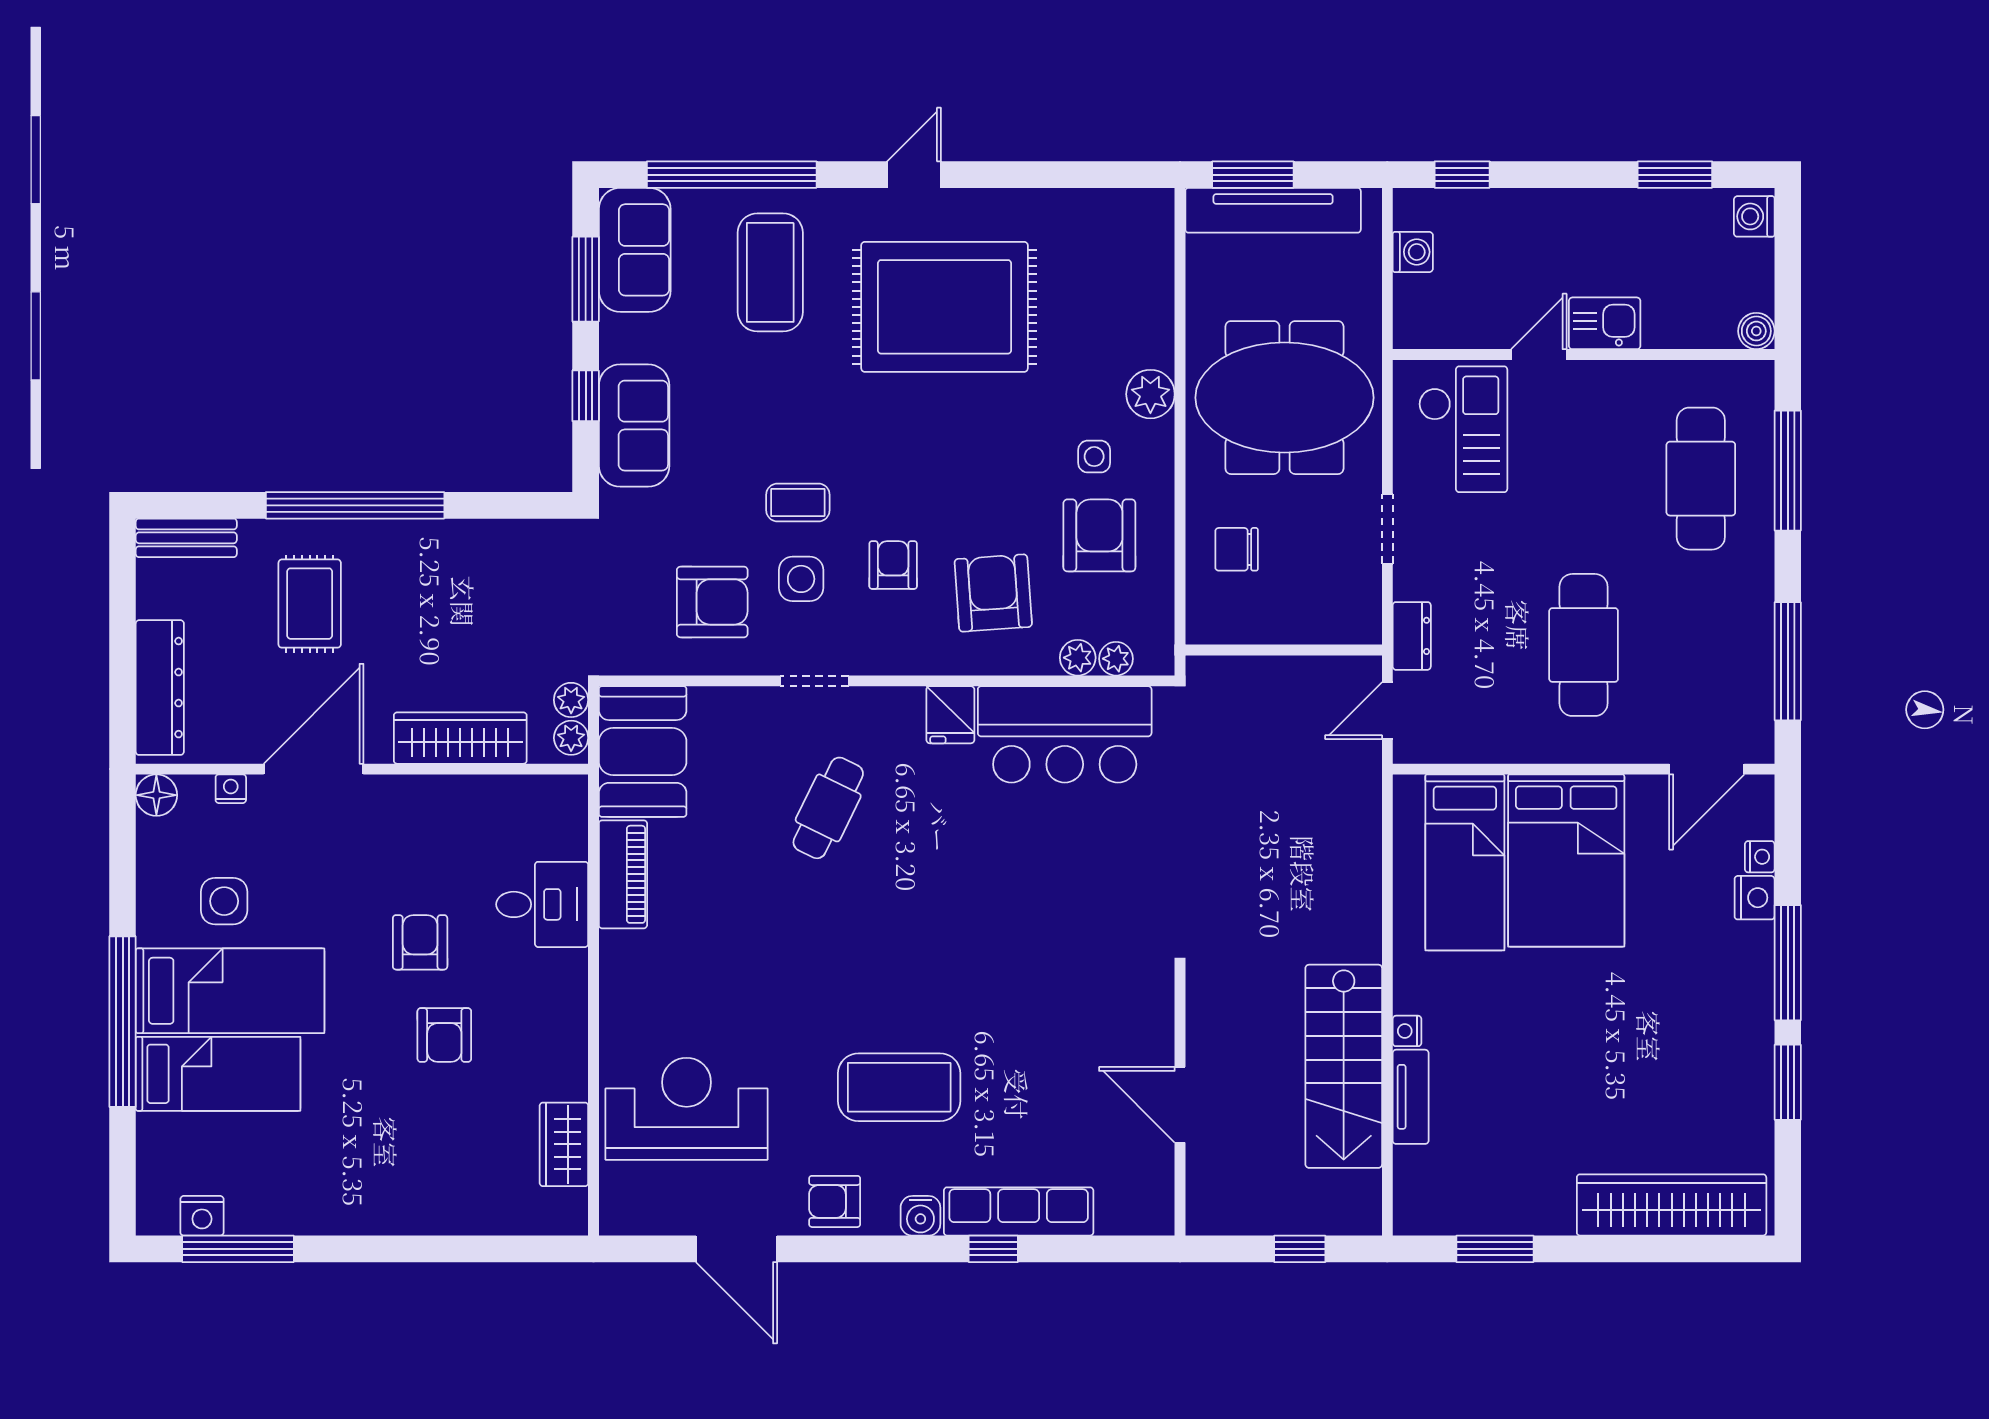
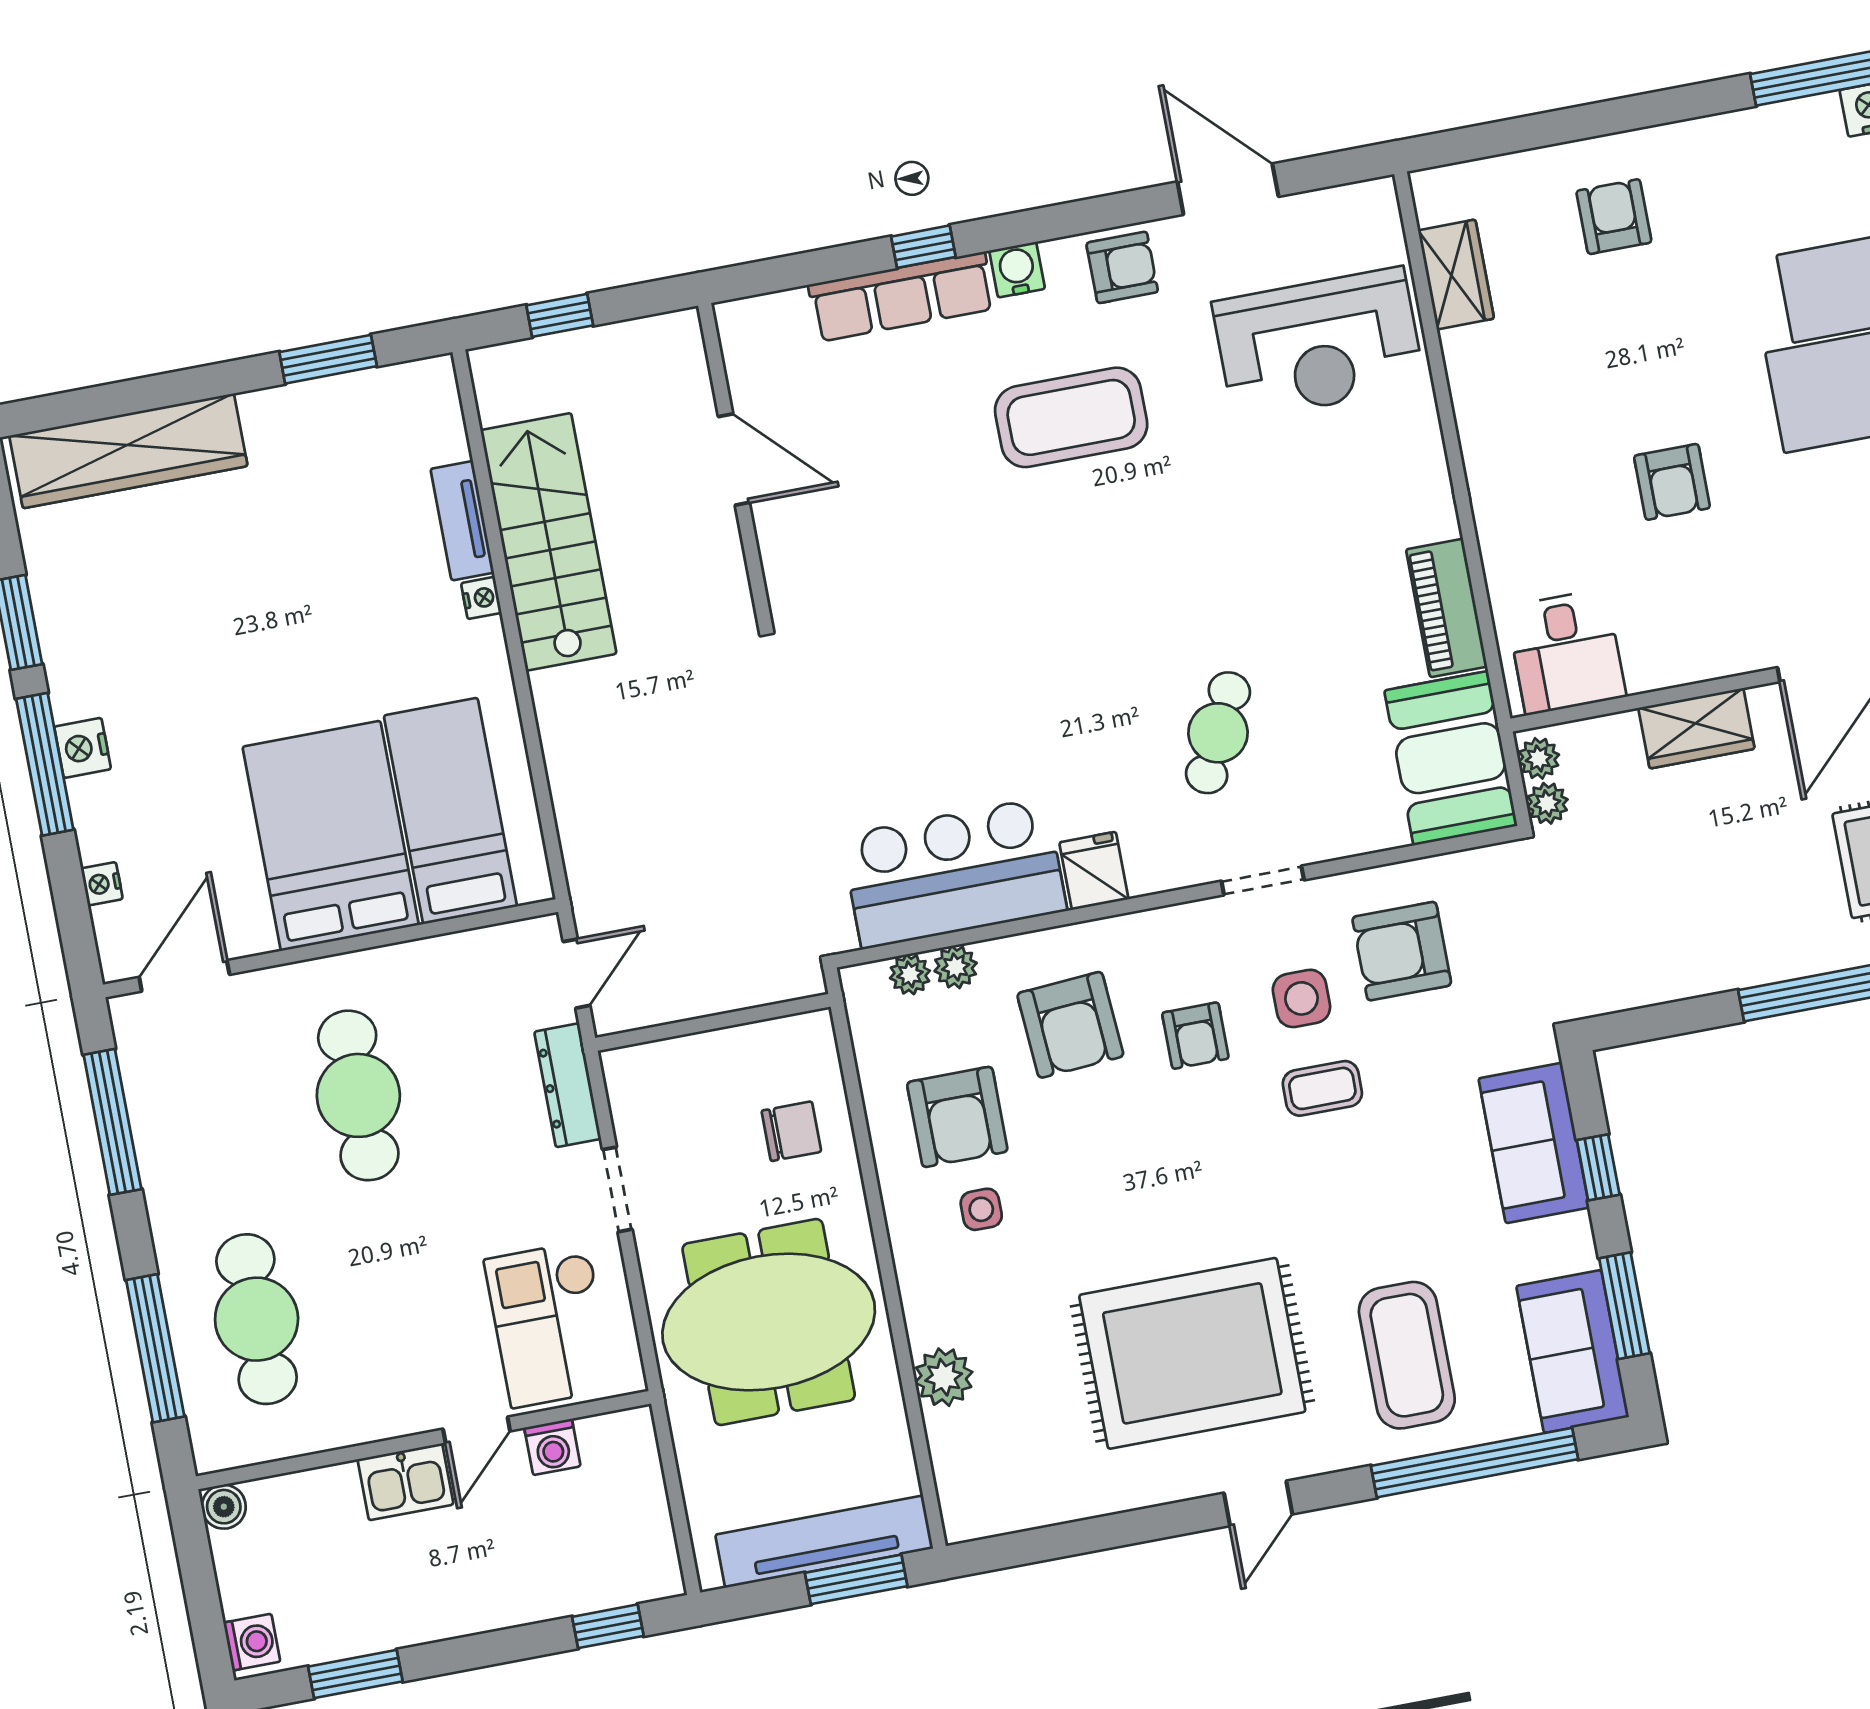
washing machine: (1413, 252) -> (552, 1447), moved, turned -90
plant: (1150, 394) -> (944, 1377), moved
dresser: (1412, 636) -> (568, 1085), width x1.44
wardrobe: (460, 738) -> (1696, 728), width x0.67
nightstand: (1755, 898) -> (83, 748), moved
desk: (542, 904) -> (1566, 652), moved, turned -90
armchair: (444, 1035) -> (1614, 217), moved

